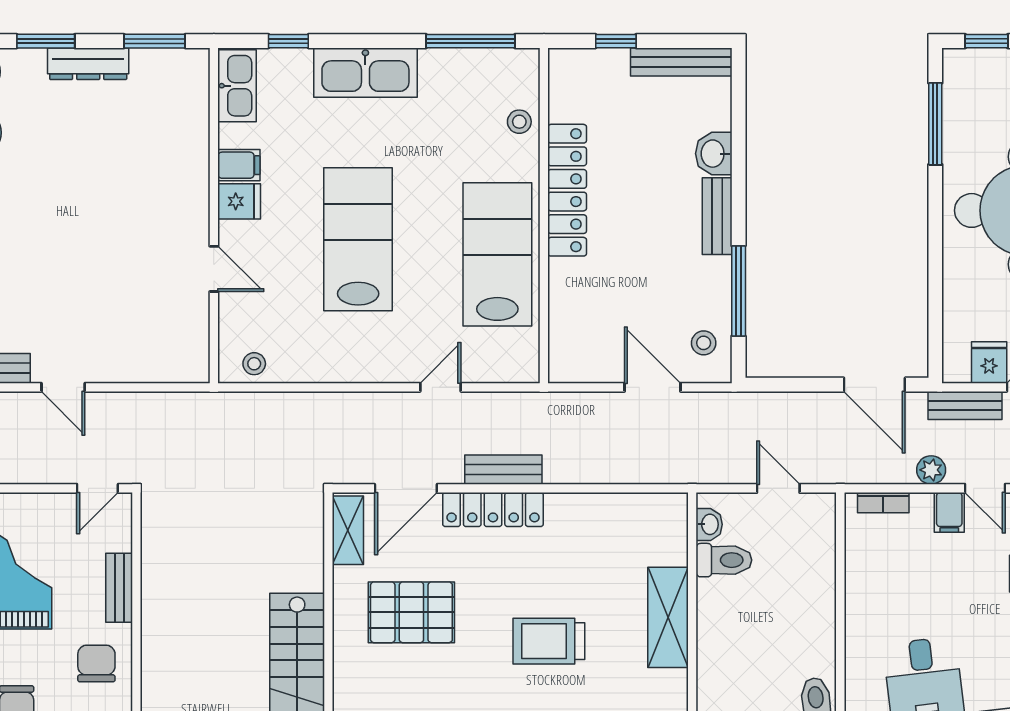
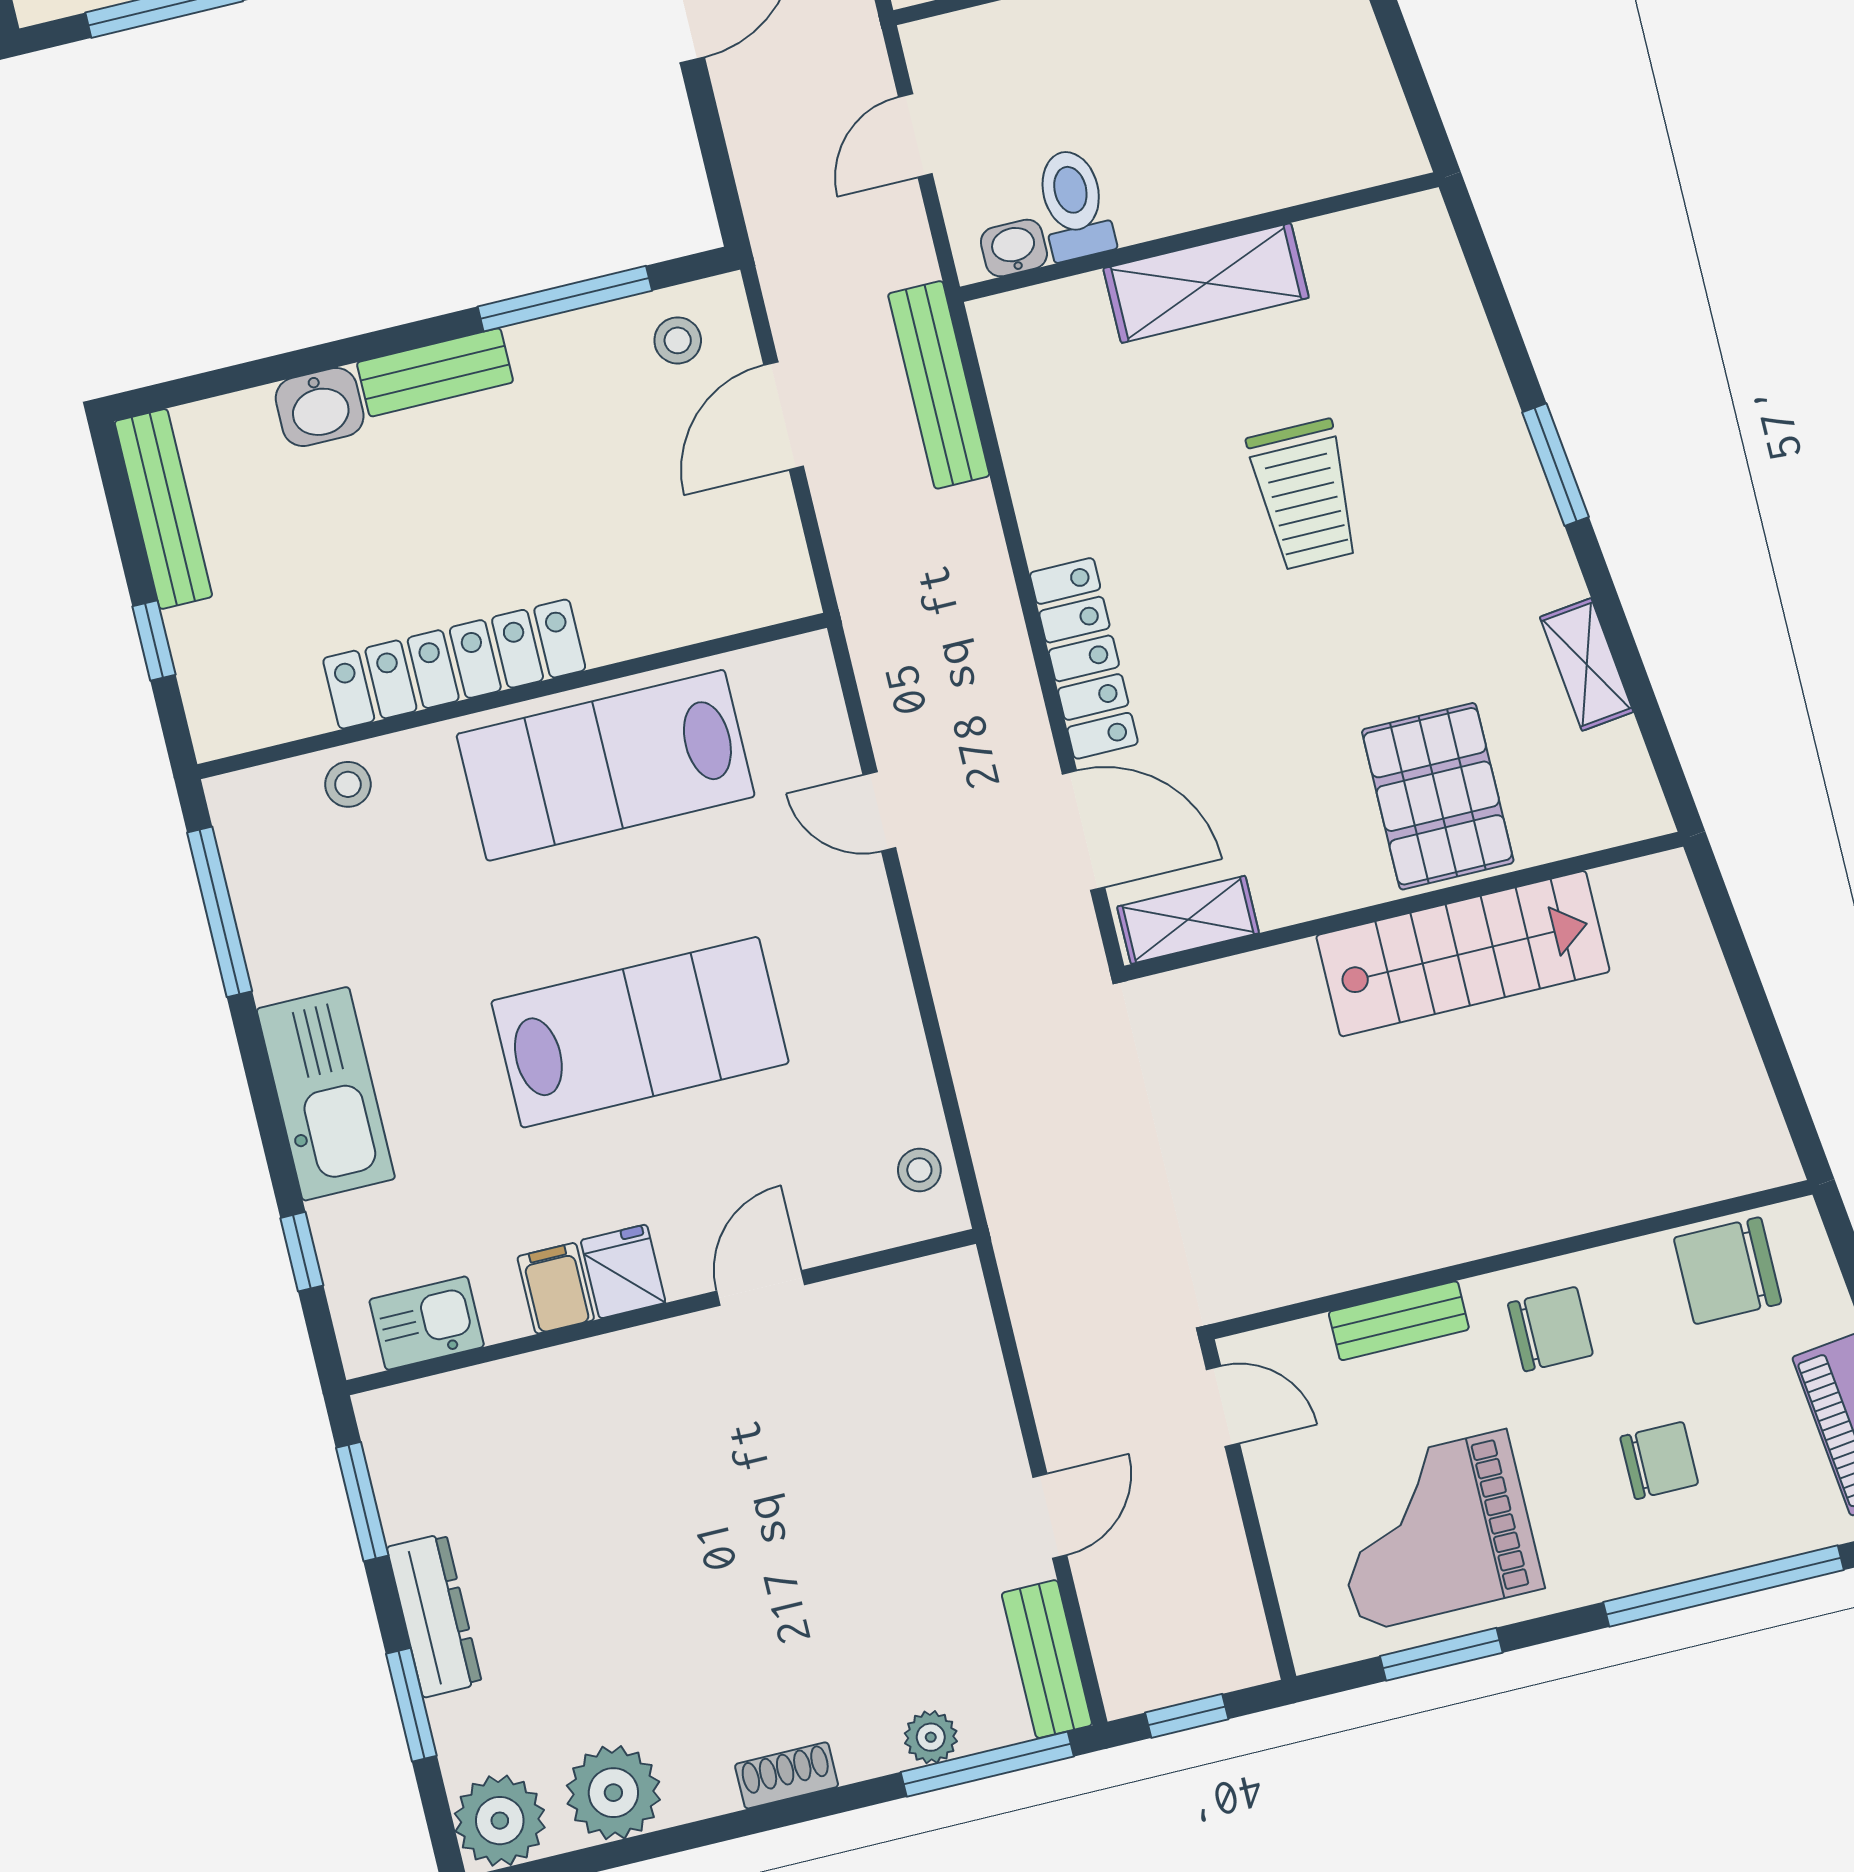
kitchen sink: (237, 86) -> (427, 1323), width x0.73
lab bench: (358, 239) -> (640, 1032), turned 180
bench: (503, 470) -> (939, 385), moved, width x1.36
pallet: (411, 612) -> (1438, 796), moved
chair: (96, 664) -> (1550, 1329), turned 180

